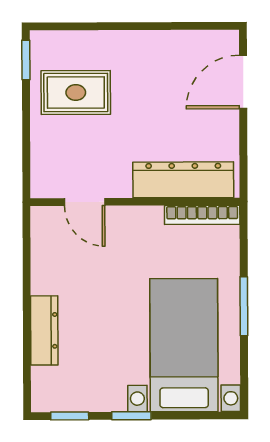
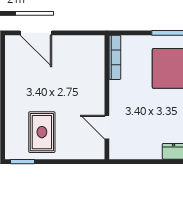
dresser: (183, 180) -> (94, 68), removed
door: (85, 202) -> (107, 127), swing flipped

